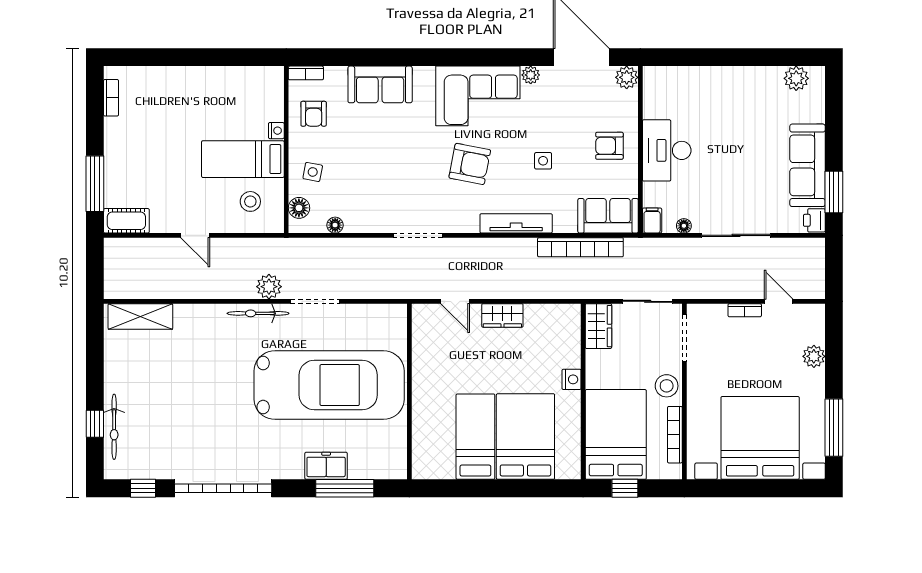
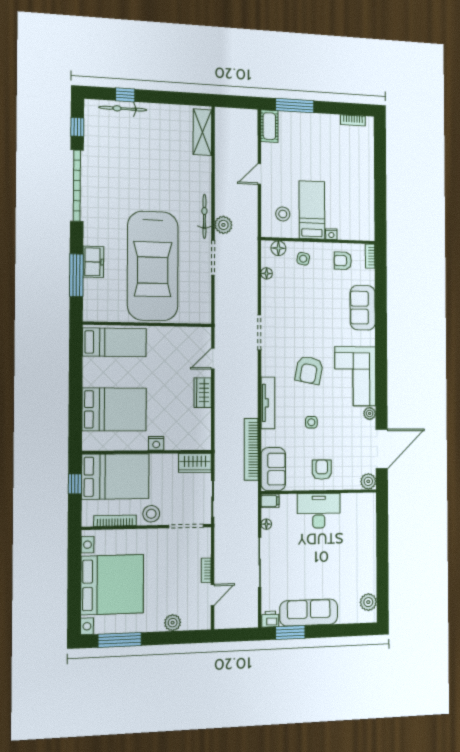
bed: (475, 437) -> (114, 342), moved

